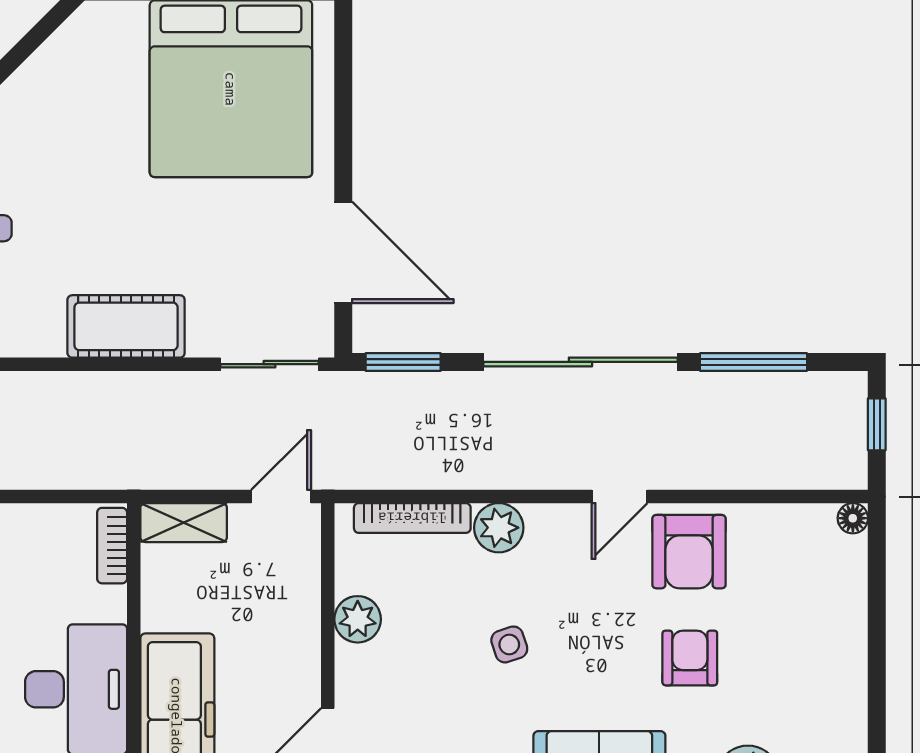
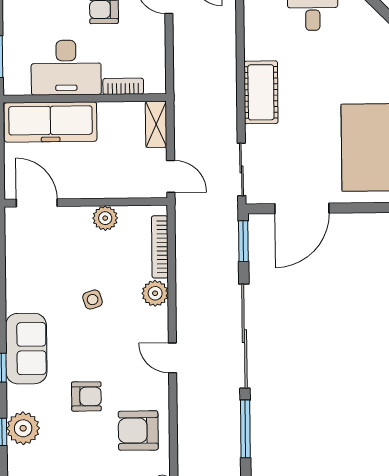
bookcase: (112, 546) -> (123, 86), moved
armchair: (689, 552) -> (138, 431), moved

